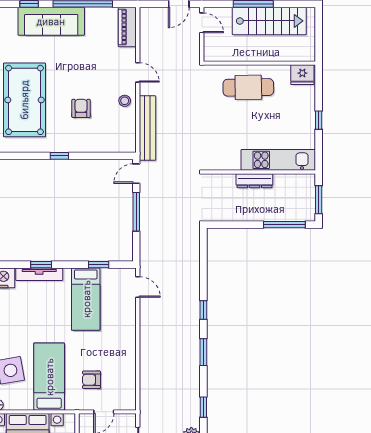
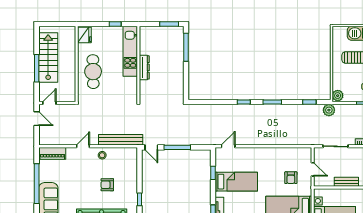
kitchen unit: (278, 160) -> (130, 51), moved
wall: (259, 172) -> (138, 64), moved
dresser: (254, 181) -> (144, 67), moved

